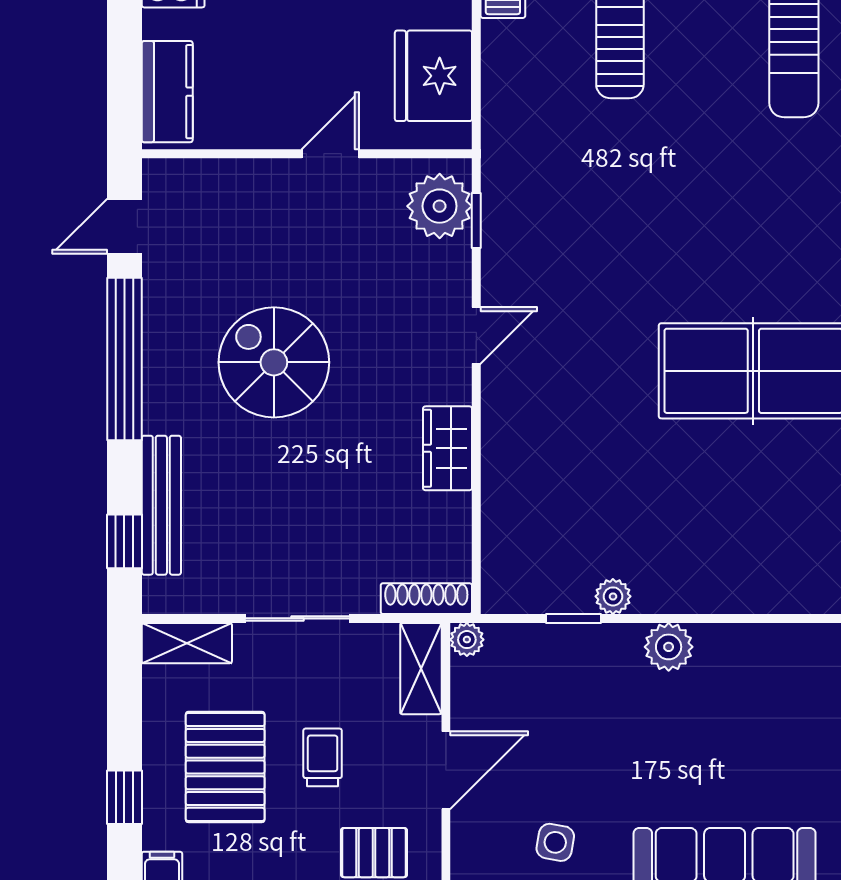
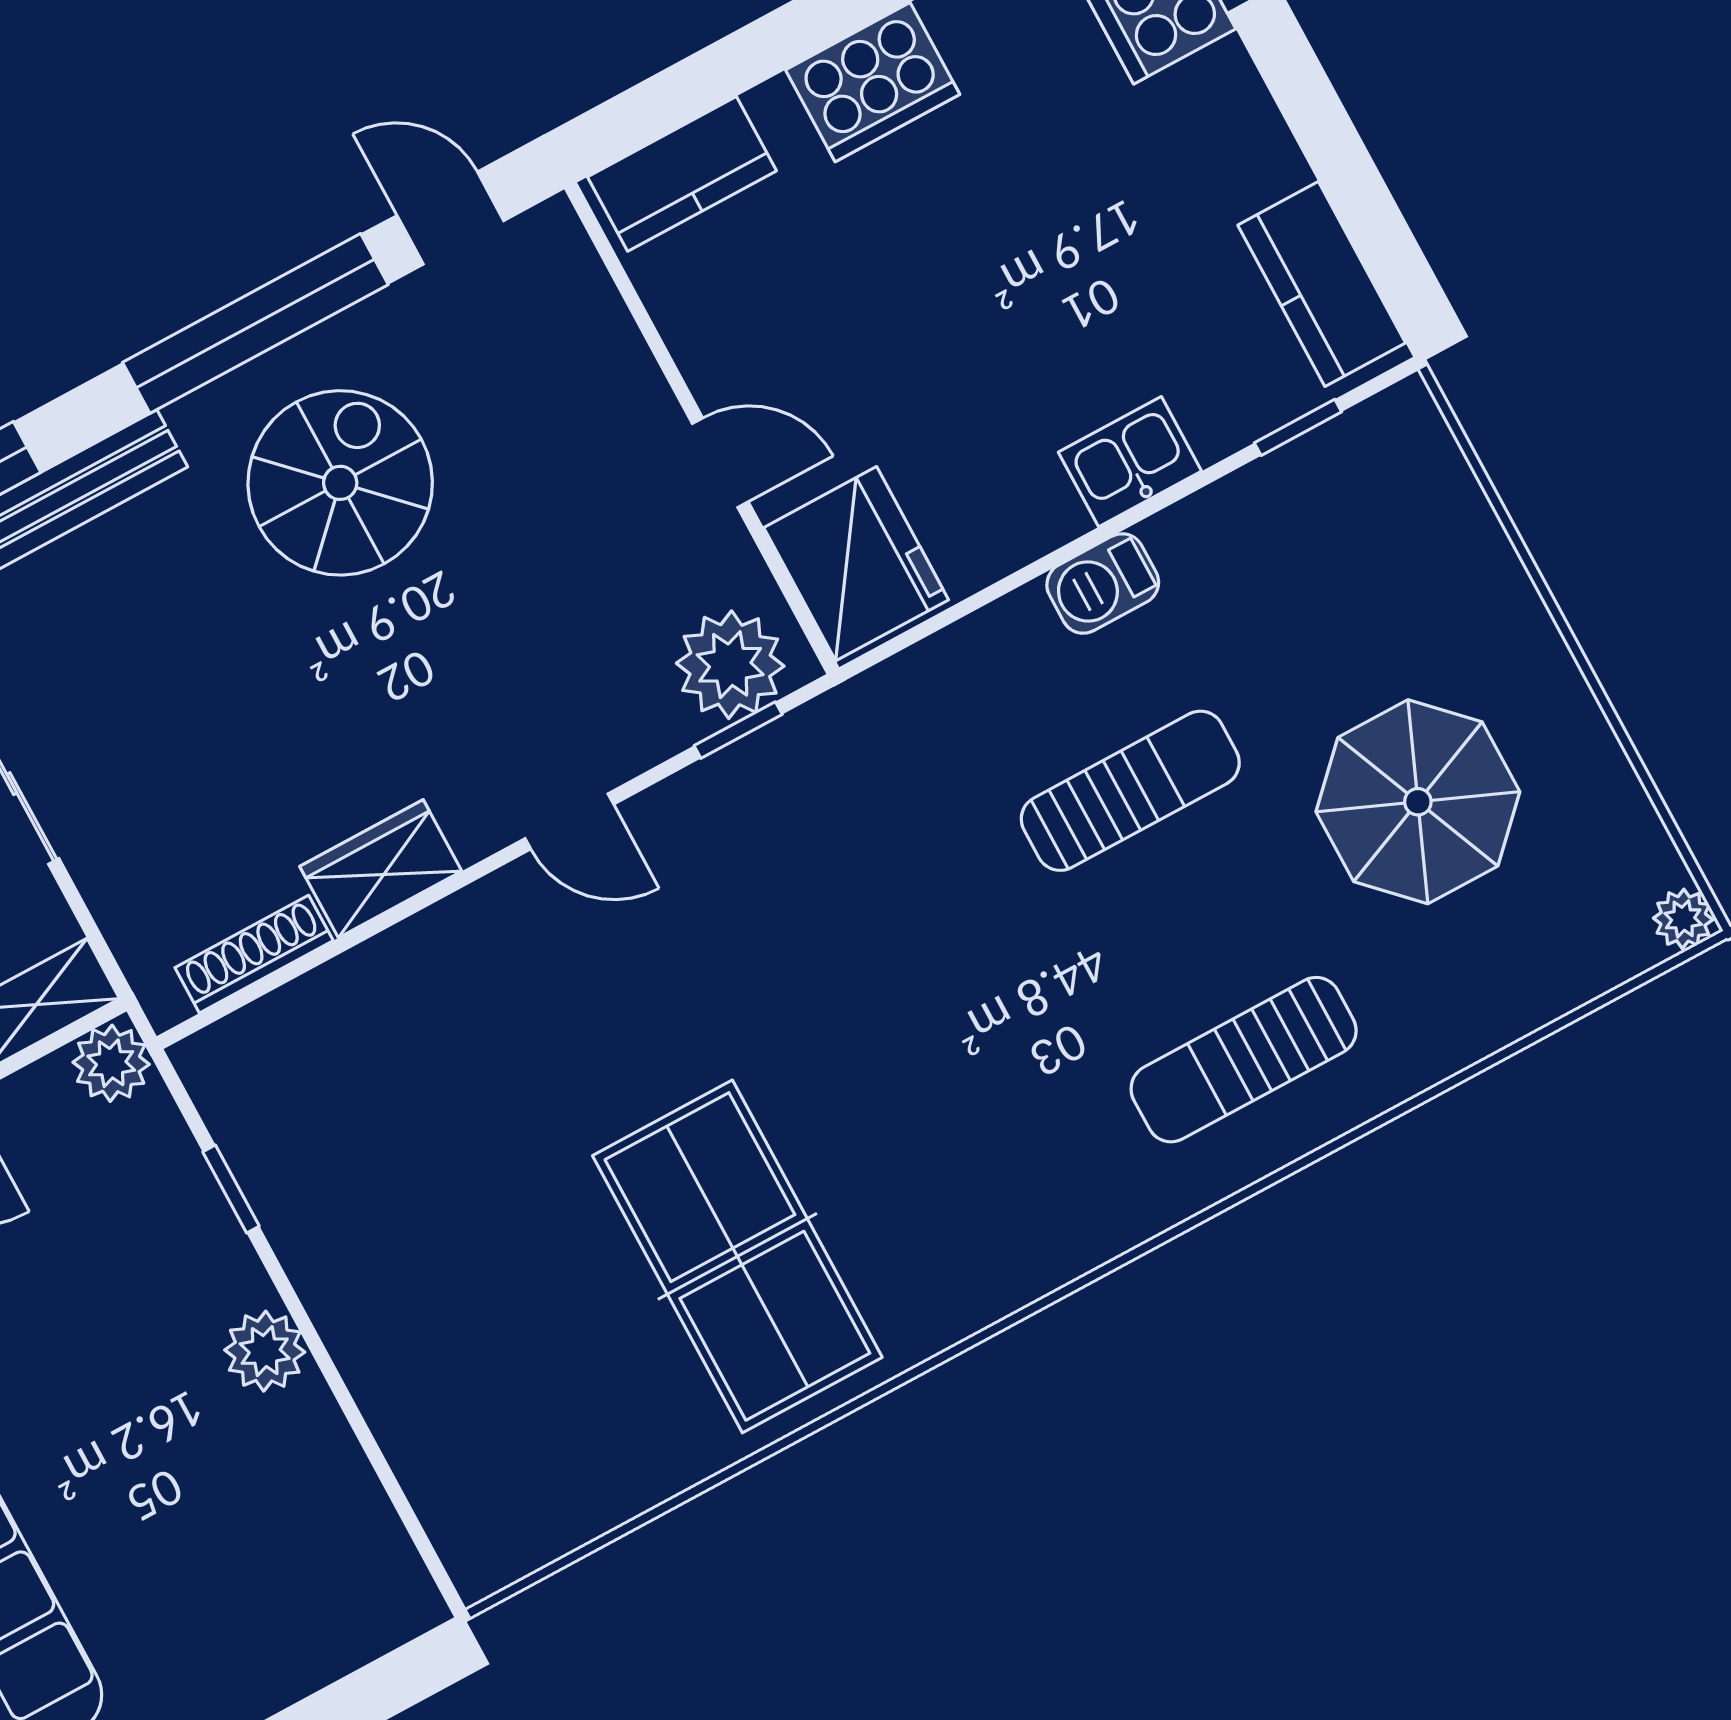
fridge: (433, 76) -> (856, 564), moved, turned 90
spiral stairs: (274, 362) -> (340, 483), moved
plant: (613, 596) -> (295, 1229), removed
shoe rack: (426, 599) -> (254, 954), moved, turned -90
plant: (467, 640) -> (111, 1063), width x1.38, depth x1.38

